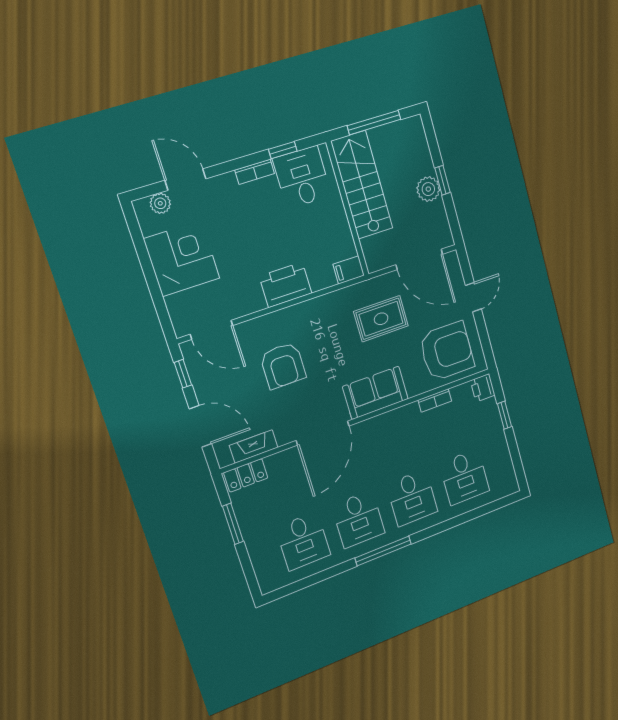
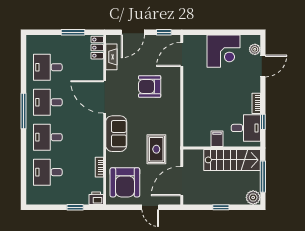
plant: (428, 189) -> (253, 197), moved
filing cabinet: (349, 270) -> (217, 139), moved
printer: (285, 285) -> (192, 101), removed

